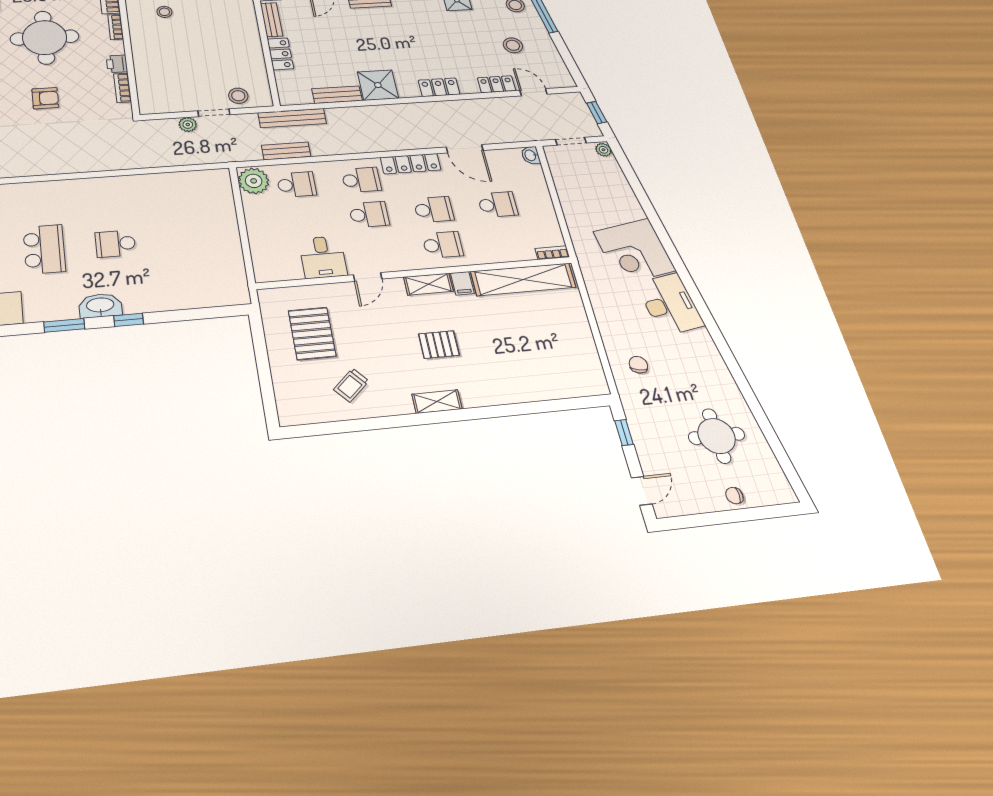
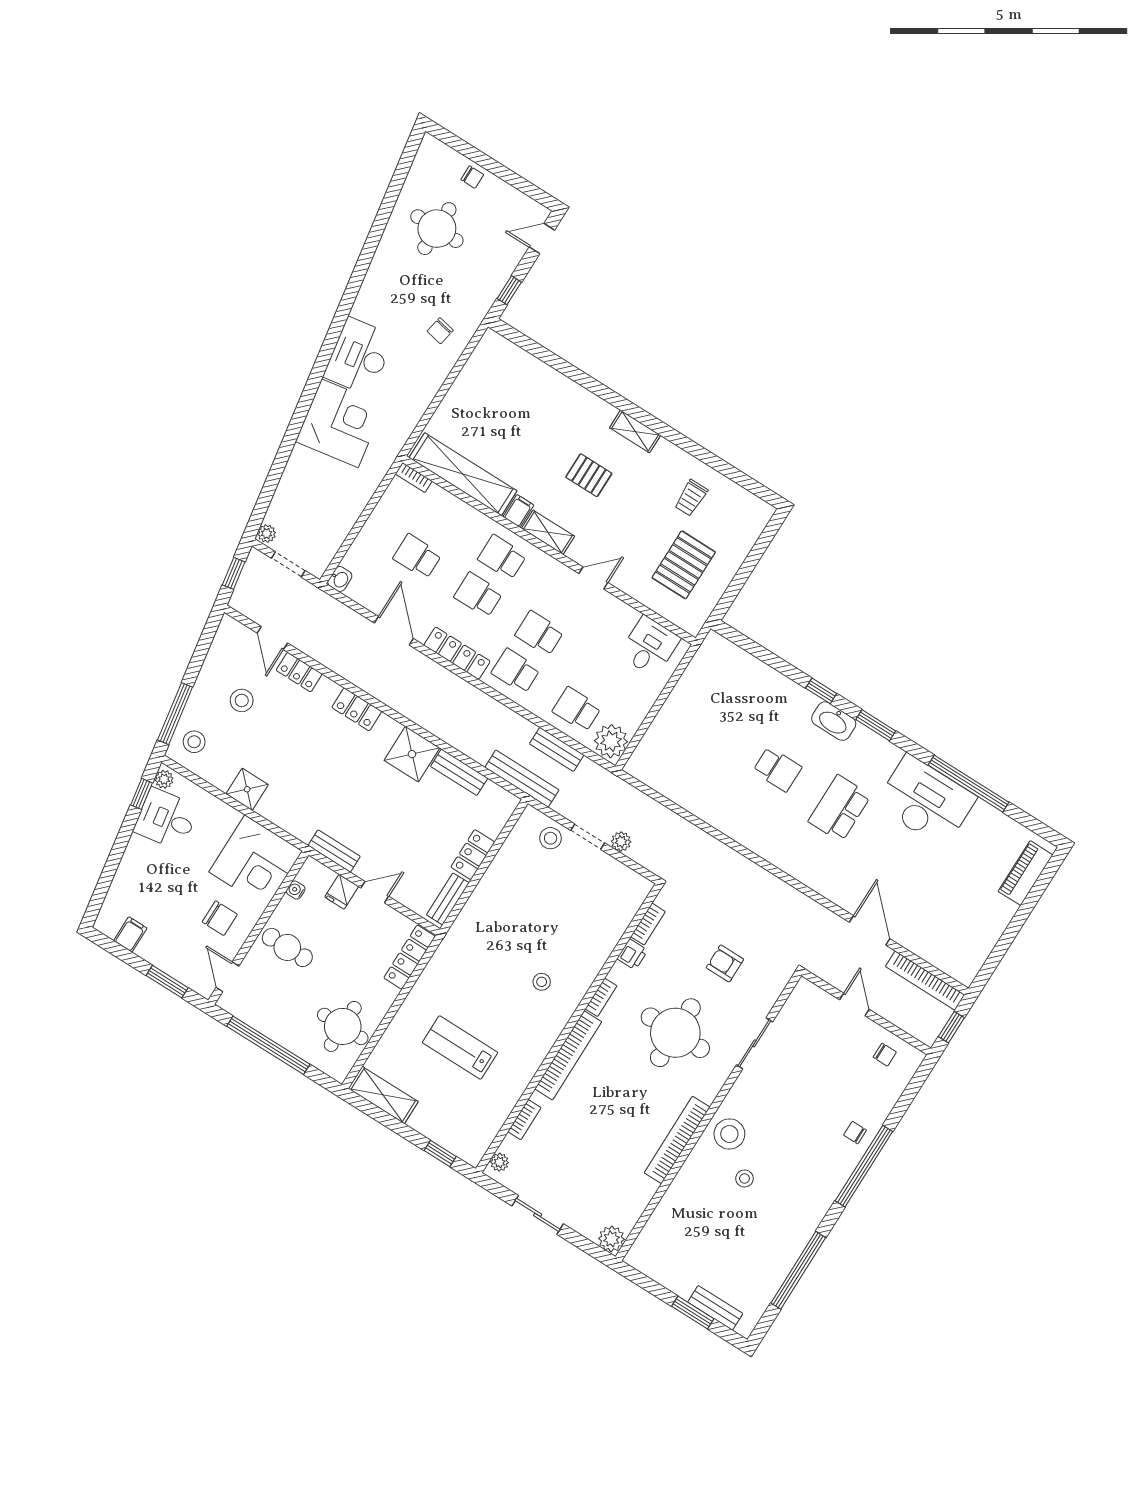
desk: (323, 257) -> (650, 646), moved
trolley: (351, 385) -> (691, 498), turned 132

